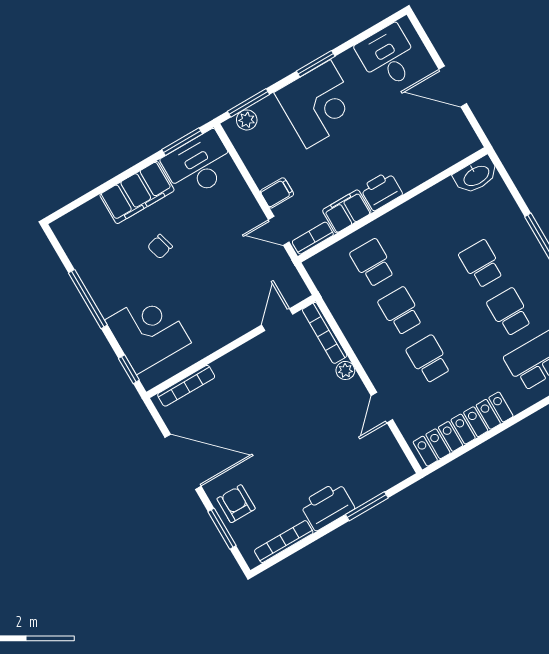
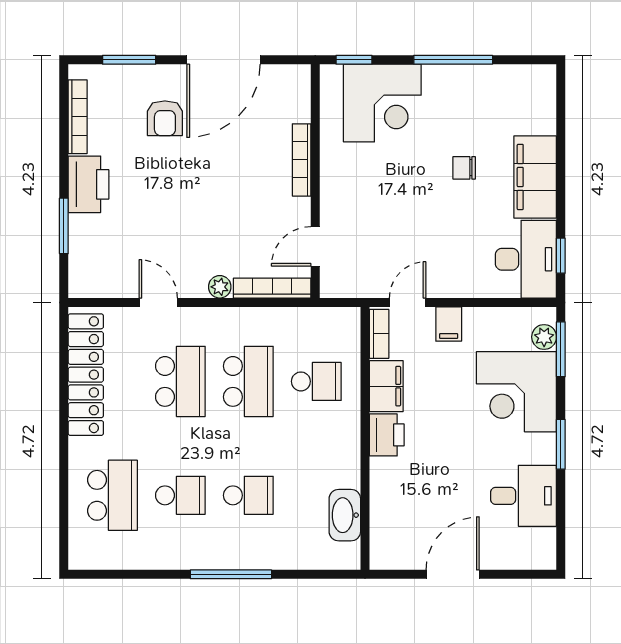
desk: (388, 57) -> (524, 496), moved
corner desk: (318, 104) -> (516, 392), moved
window: (182, 142) -> (561, 256), width x0.67
washbasin: (476, 175) -> (345, 515), moved
chair: (160, 247) -> (464, 168), turned -75
school desk: (401, 311) -> (248, 381), width x1.85
door: (277, 320) -> (315, 246), swing flipped
school desk: (429, 359) -> (180, 381), width x1.85
bookcase: (186, 386) -> (302, 160), moved
armchair: (236, 504) -> (165, 118), moved, turned 90

